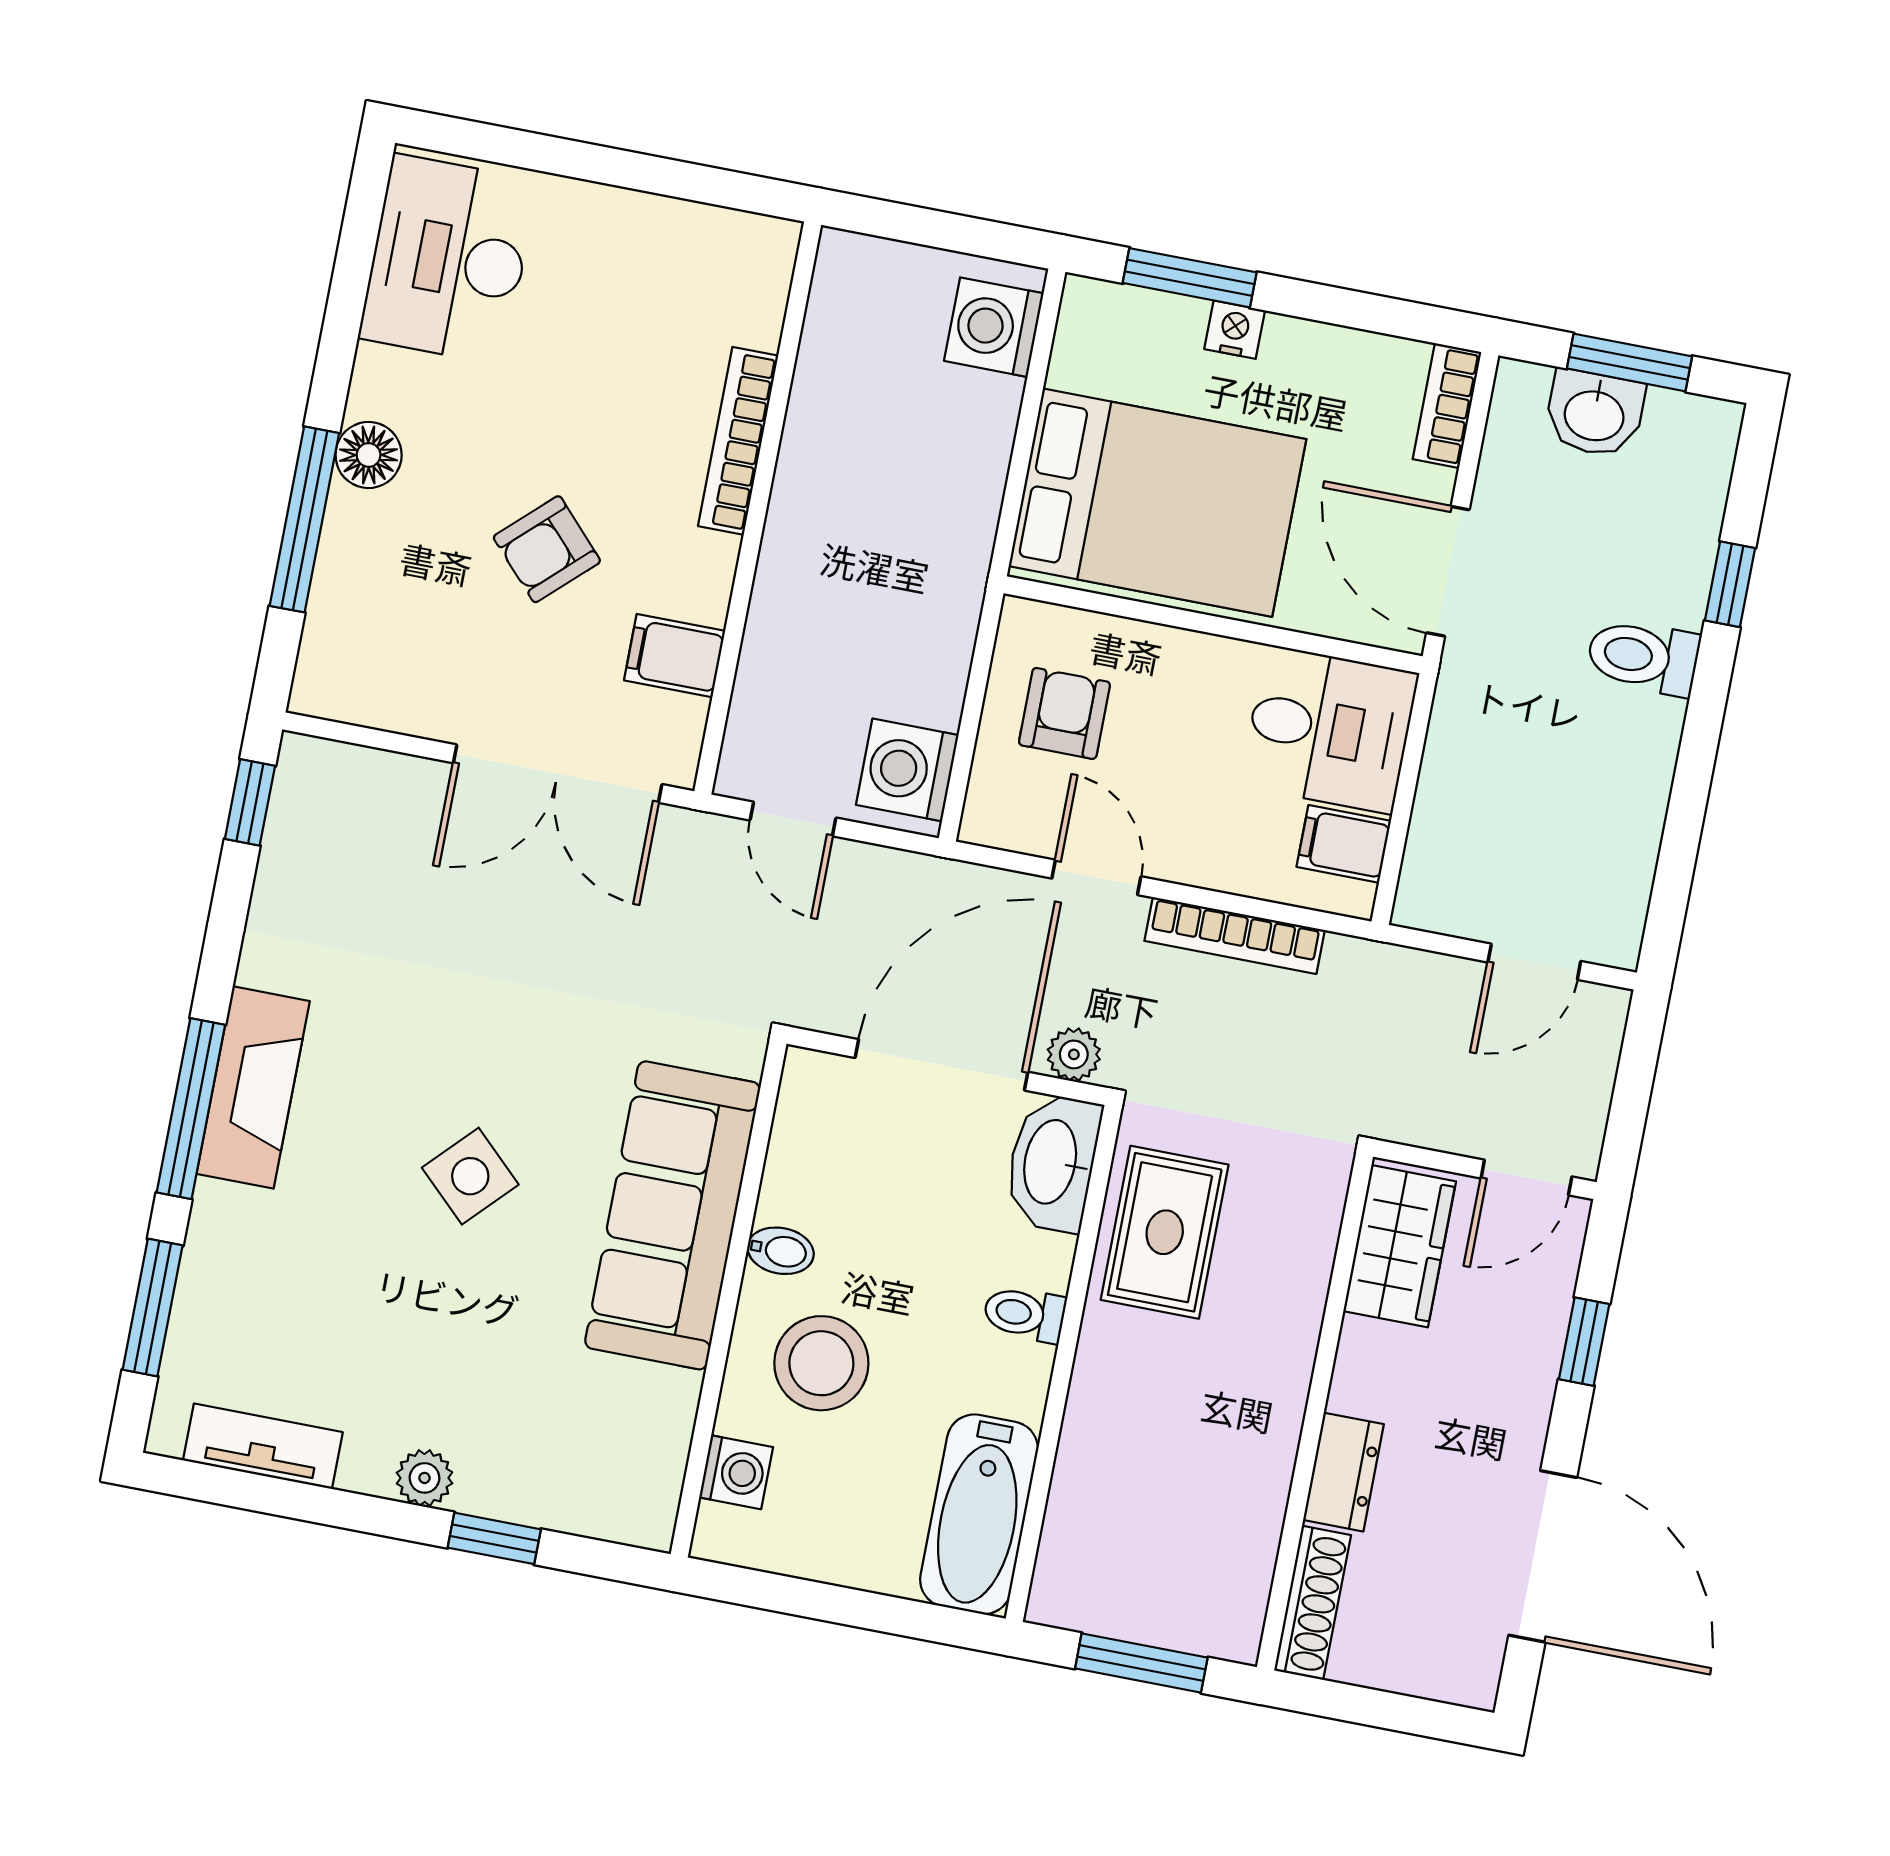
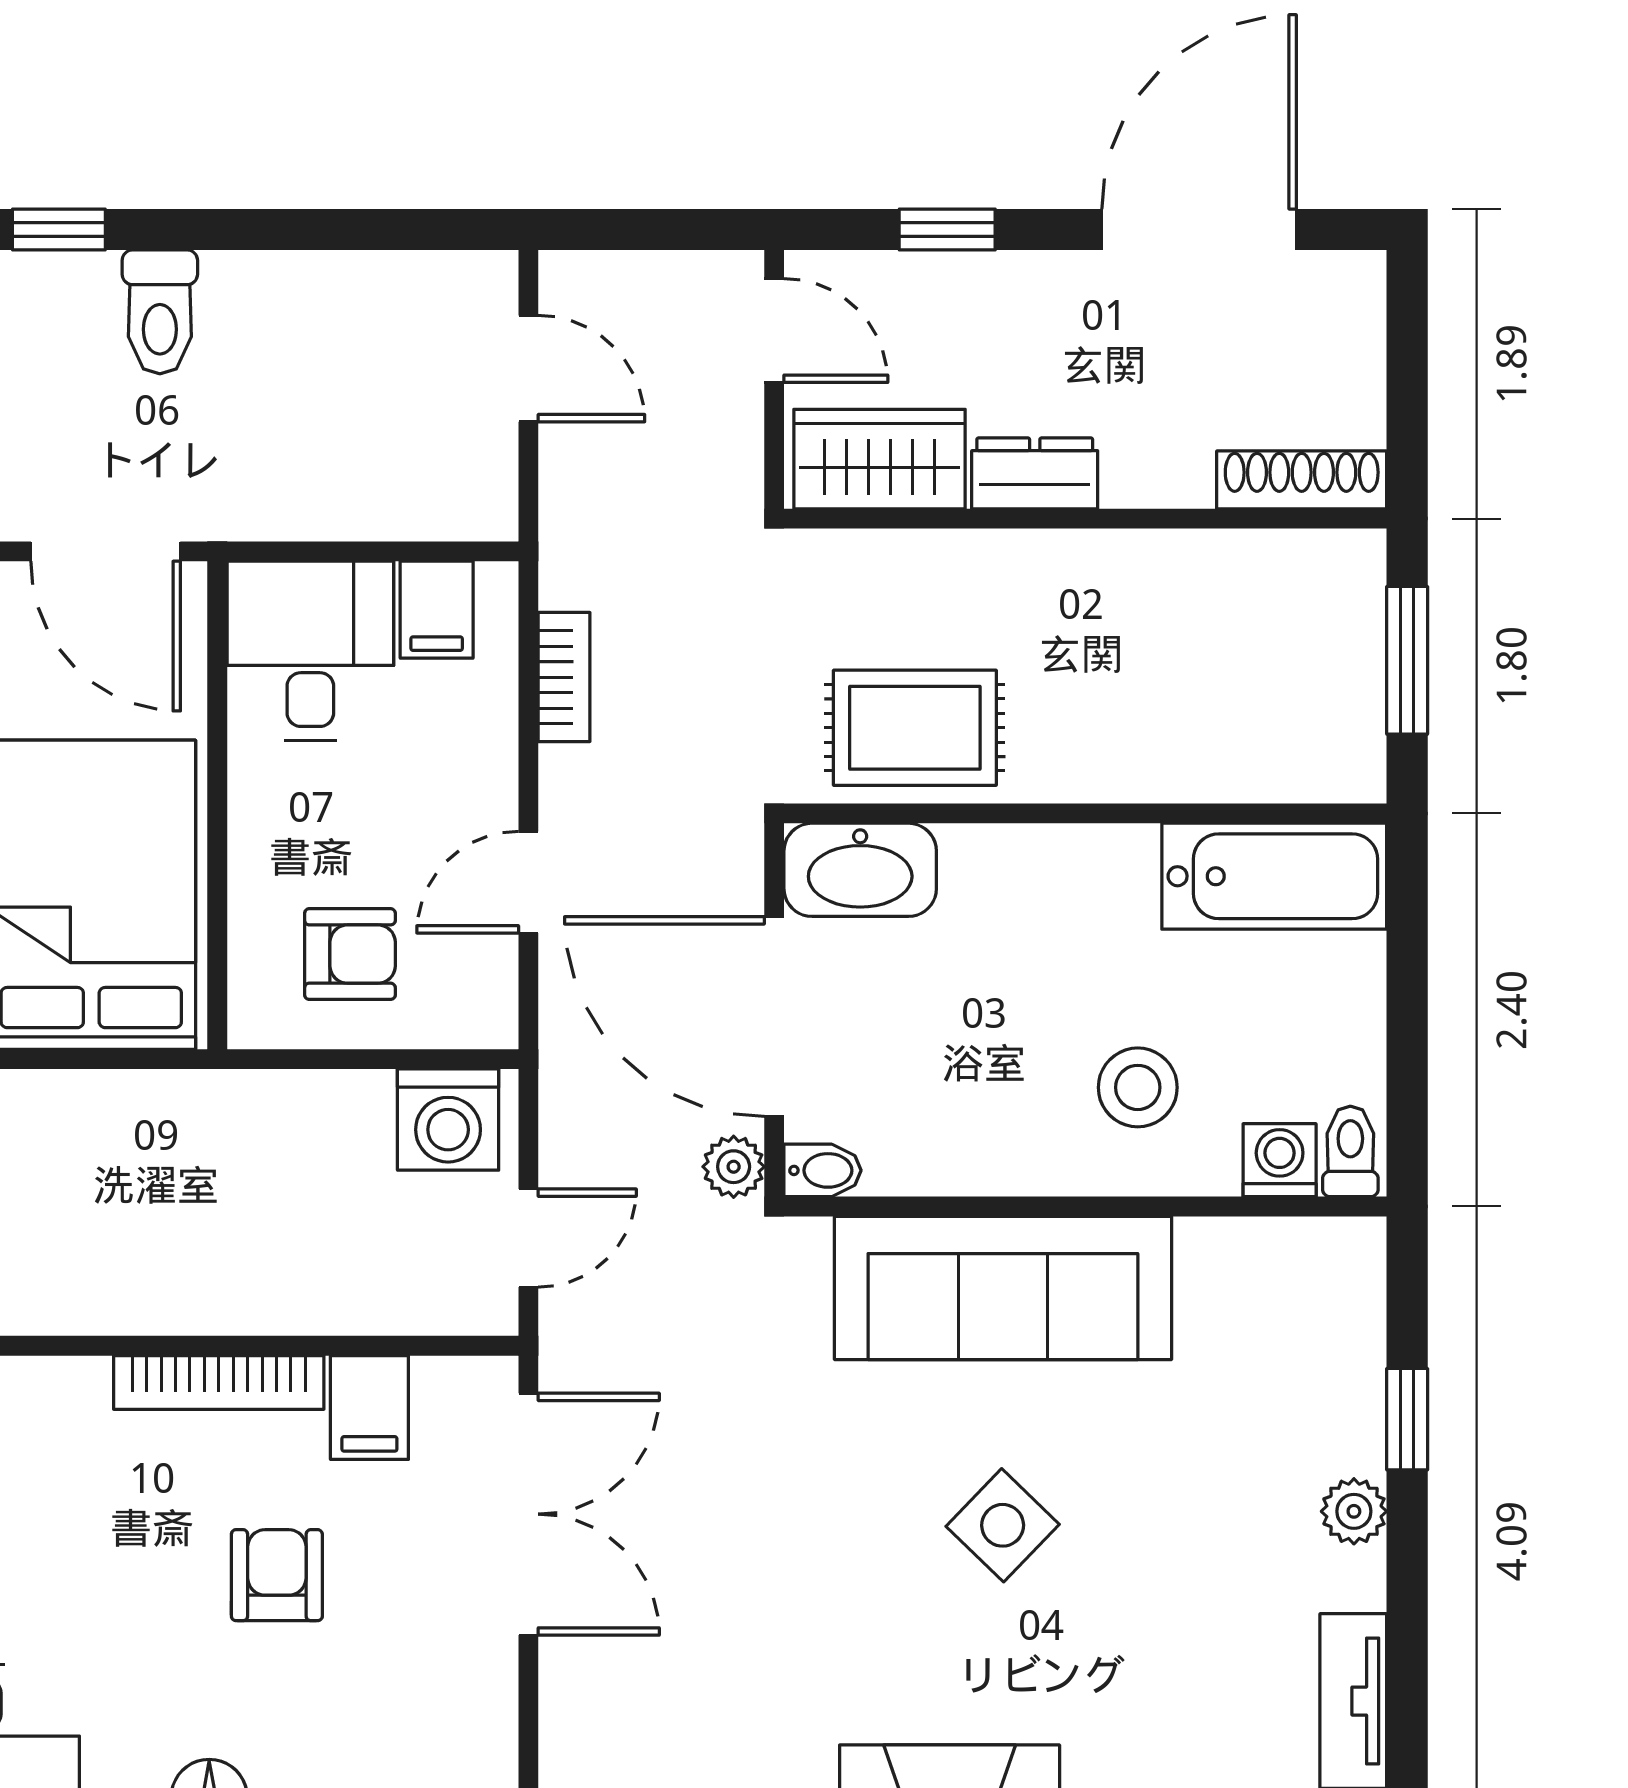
bookcase: (738, 441) -> (219, 1382), moved
armchair: (547, 549) -> (277, 1575), turned -137
door: (1448, 571) -> (106, 551), hinge flipped
armchair: (1064, 713) -> (350, 954), turned 180
bookcase: (1235, 936) -> (564, 677), width x0.64
plant: (1074, 1054) -> (734, 1167), moved
bidet: (781, 1251) -> (822, 1170), moved, turned 90
toilet: (1024, 1314) -> (1350, 1151), moved, turned 180
stool: (821, 1363) -> (1138, 1087), width x0.73, depth x0.73
dresser: (1343, 1472) -> (1035, 473), moved

